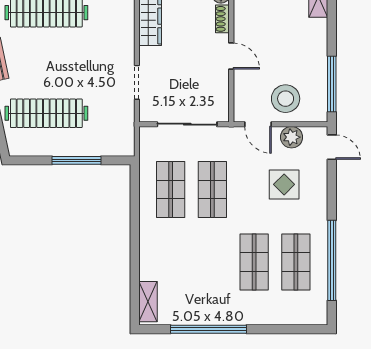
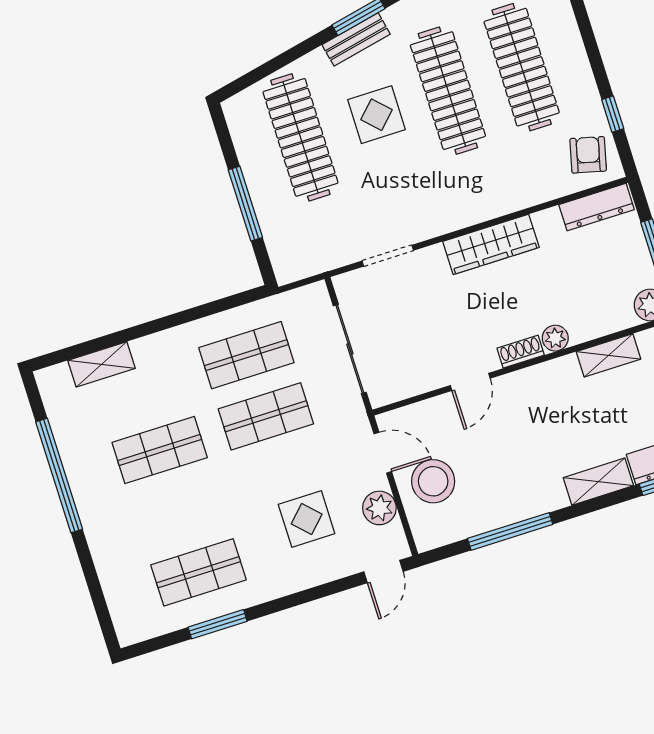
display table: (47, 62) -> (376, 115), added
window: (332, 84) -> (510, 531), moved
door: (258, 124) -> (383, 453), swing flipped
window: (332, 260) -> (218, 624), width x0.47
shop shelf: (254, 262) -> (160, 450), moved
shelving: (148, 302) -> (102, 364), moved

